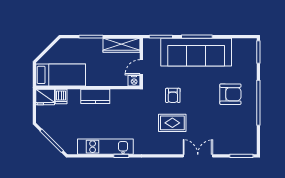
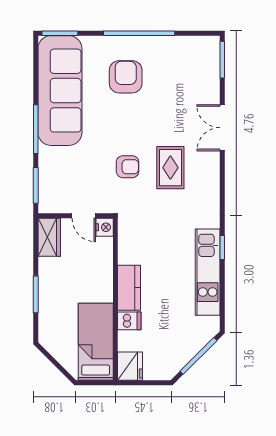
wardrobe: (122, 45) -> (49, 237), width x0.67
sofa: (196, 52) -> (60, 91), moved
dishwasher: (61, 96) -> (129, 321), moved

